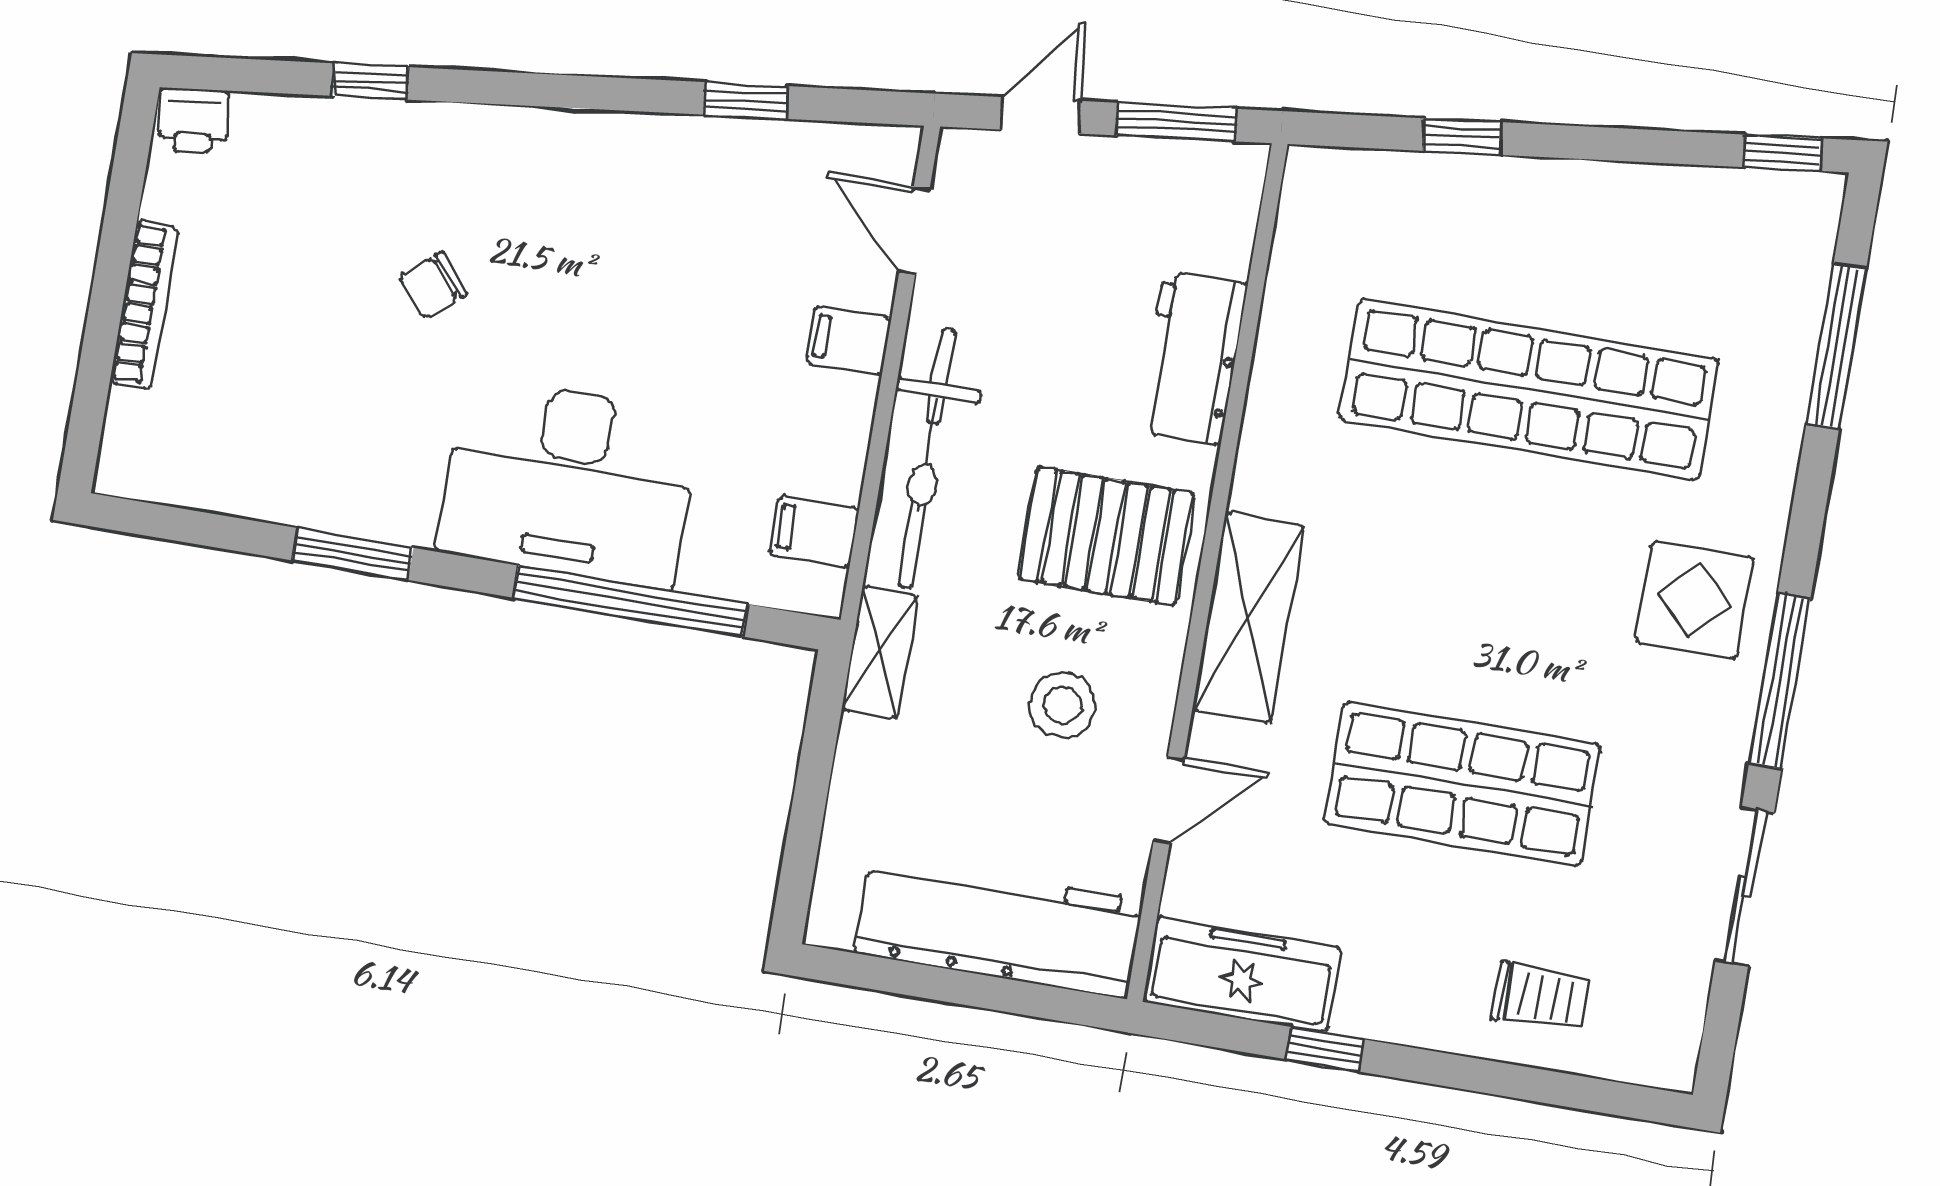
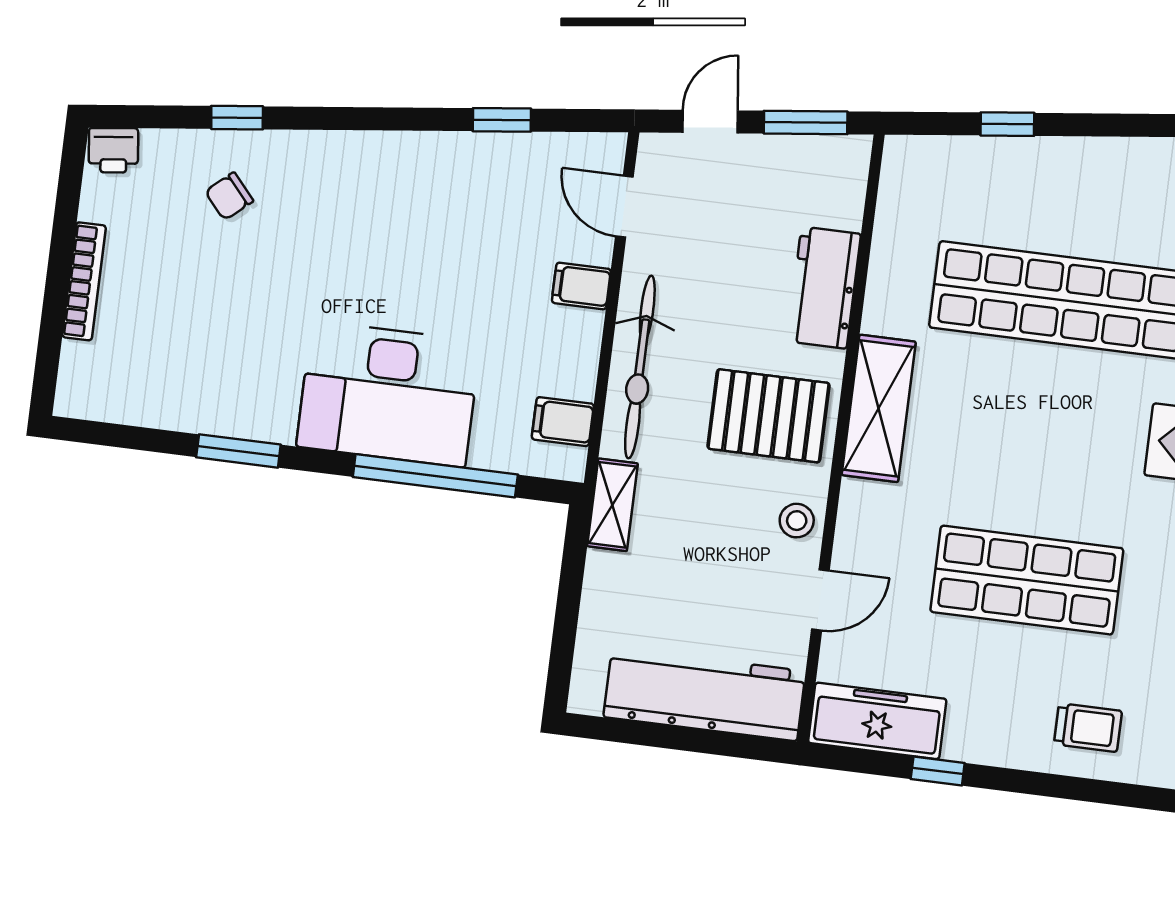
chair: (433, 285) -> (229, 196), moved
shelving: (1248, 618) -> (879, 408), moved
stool: (1063, 705) -> (797, 521), moved, width x0.73, depth x0.73

